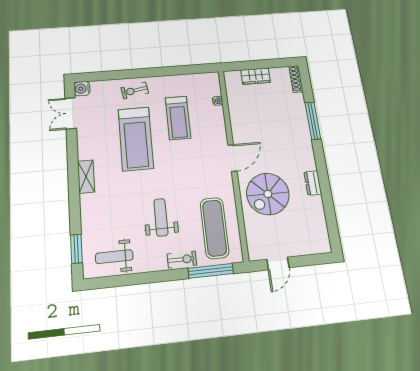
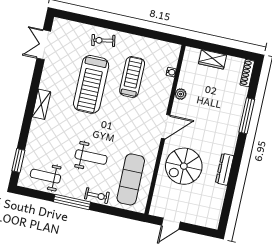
water cooler: (82, 89) -> (59, 25), removed
treadmill: (178, 118) -> (132, 77), turned 180
plant: (236, 120) -> (181, 94), added
dresser: (313, 183) -> (225, 169), width x1.44
weight bench: (161, 217) -> (91, 157), turned 90
window: (211, 271) -> (72, 202), moved

